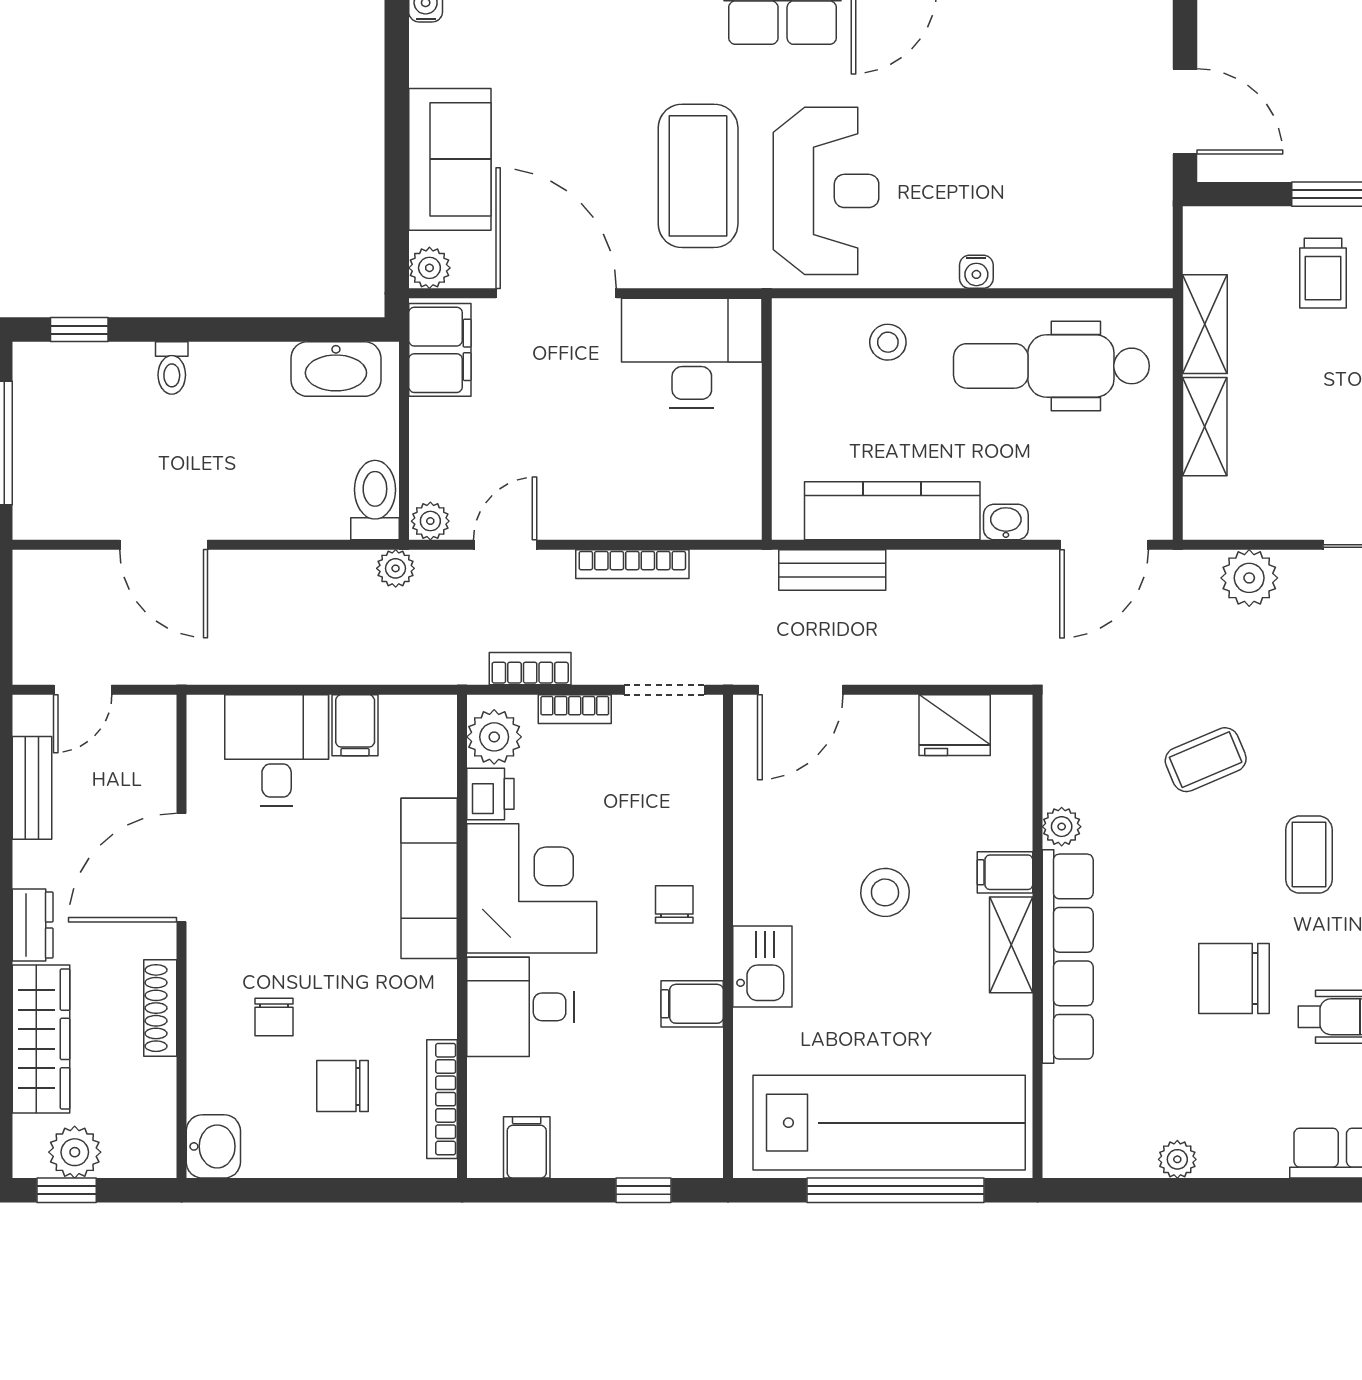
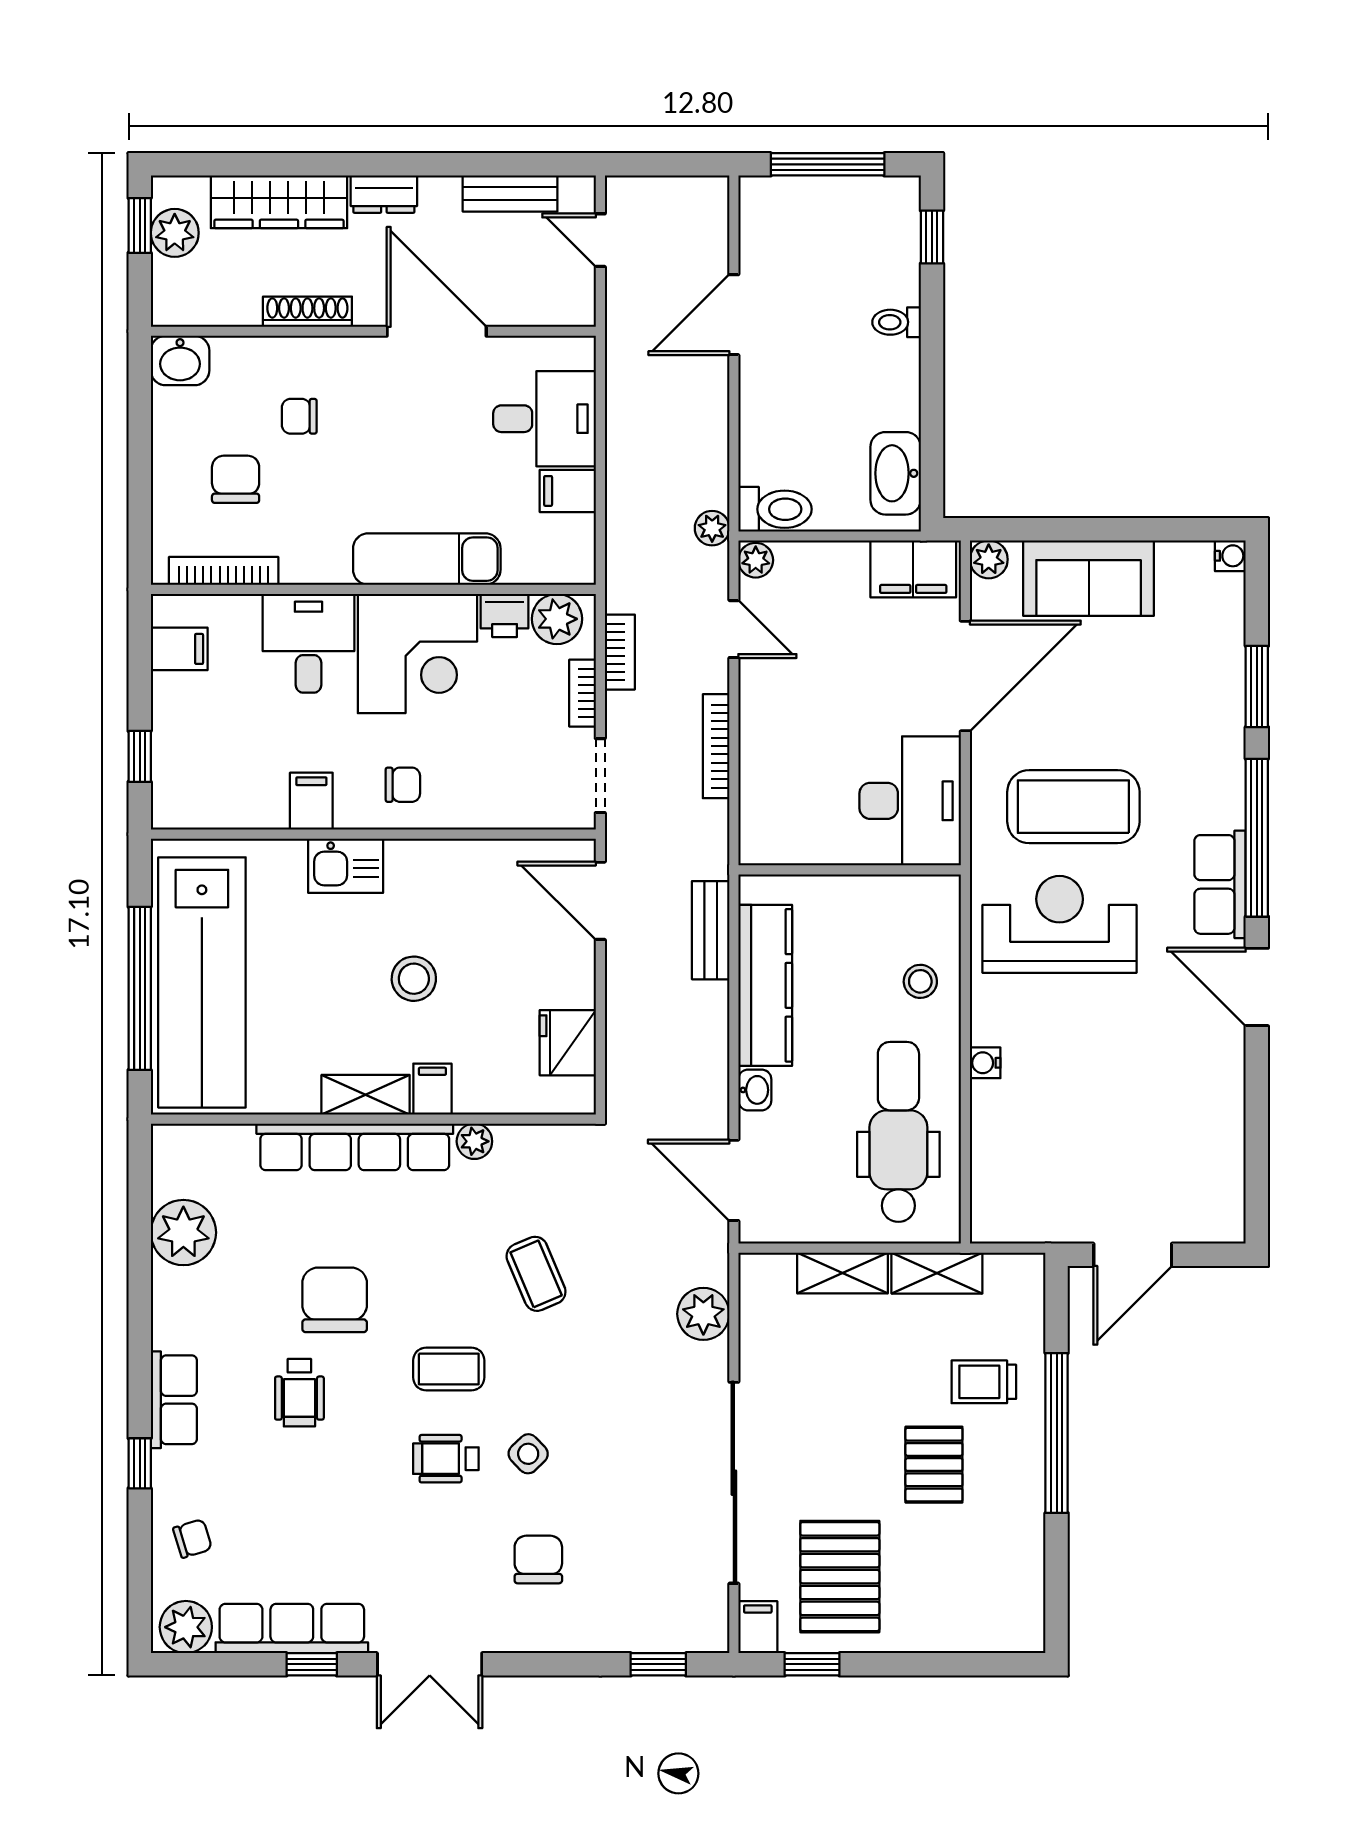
reception desk: (826, 191) -> (1060, 924), turned 180
plant: (1177, 1159) -> (183, 1233), width x1.87, depth x1.87

